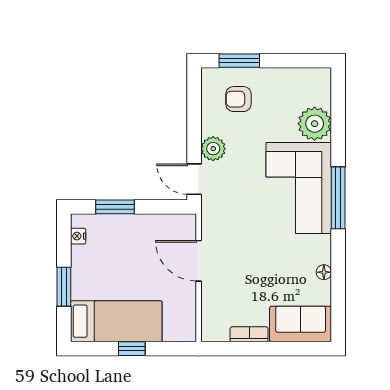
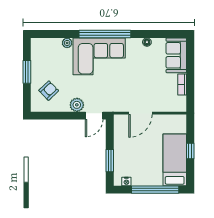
window: (239, 61) -> (27, 72), moved
armchair: (238, 99) -> (49, 91), turned -134
plant: (315, 124) -> (67, 43), width x0.53, depth x0.53
window: (338, 198) -> (105, 34), width x1.46
window: (64, 287) -> (155, 190), width x2.11

